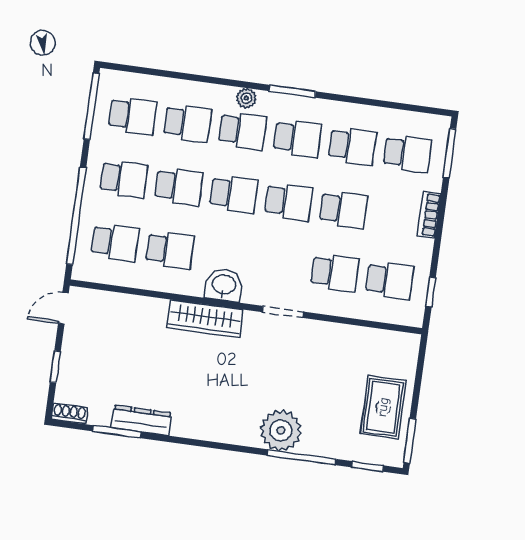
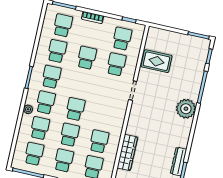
plant: (246, 98) -> (28, 109), moved
school desk: (289, 202) -> (81, 83), removed
washbasin: (224, 285) -> (118, 117), removed
wardrobe: (205, 319) -> (127, 152), moved
rug: (383, 407) -> (156, 61), moved
plant: (281, 430) -> (186, 109), moved

